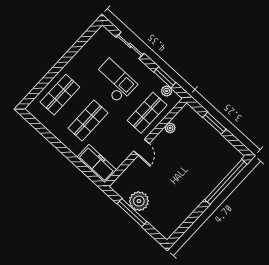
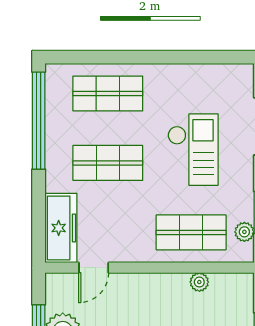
window: (45, 133) -> (39, 121), added
door: (141, 147) -> (94, 268), moved

